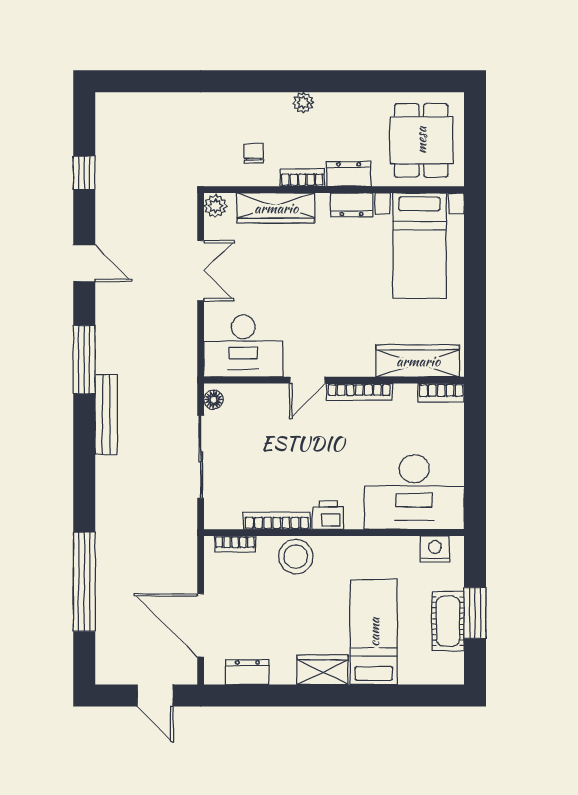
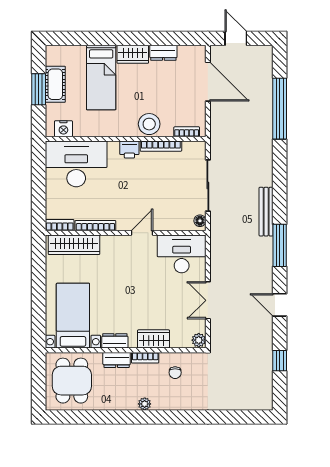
wardrobe: (276, 208) -> (154, 339), width x0.67
bookcase: (359, 392) -> (95, 226), moved
dresser: (247, 672) -> (163, 53), moved

